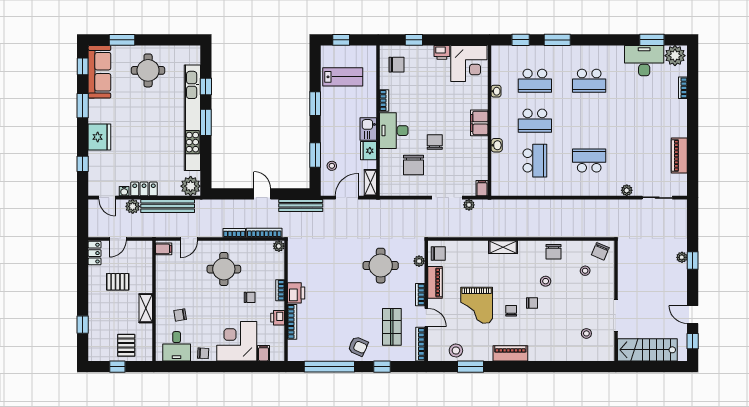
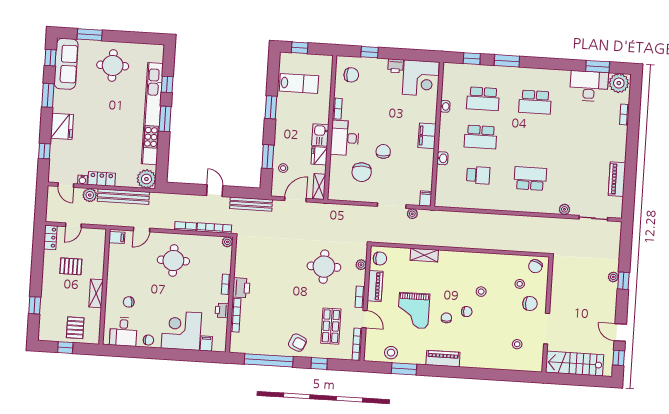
school desk: (535, 161) -> (478, 175), width x0.54
shelving: (503, 247) -> (424, 255), moved
chair: (554, 252) -> (530, 304), moved, turned -90
chair: (250, 297) -> (196, 289), removed

